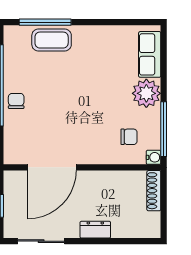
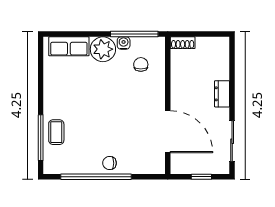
coffee table: (52, 40) -> (56, 132), width x0.73, depth x0.77
water cooler: (154, 157) -> (124, 43), moved
shoe rack: (154, 191) -> (183, 43), width x0.70

